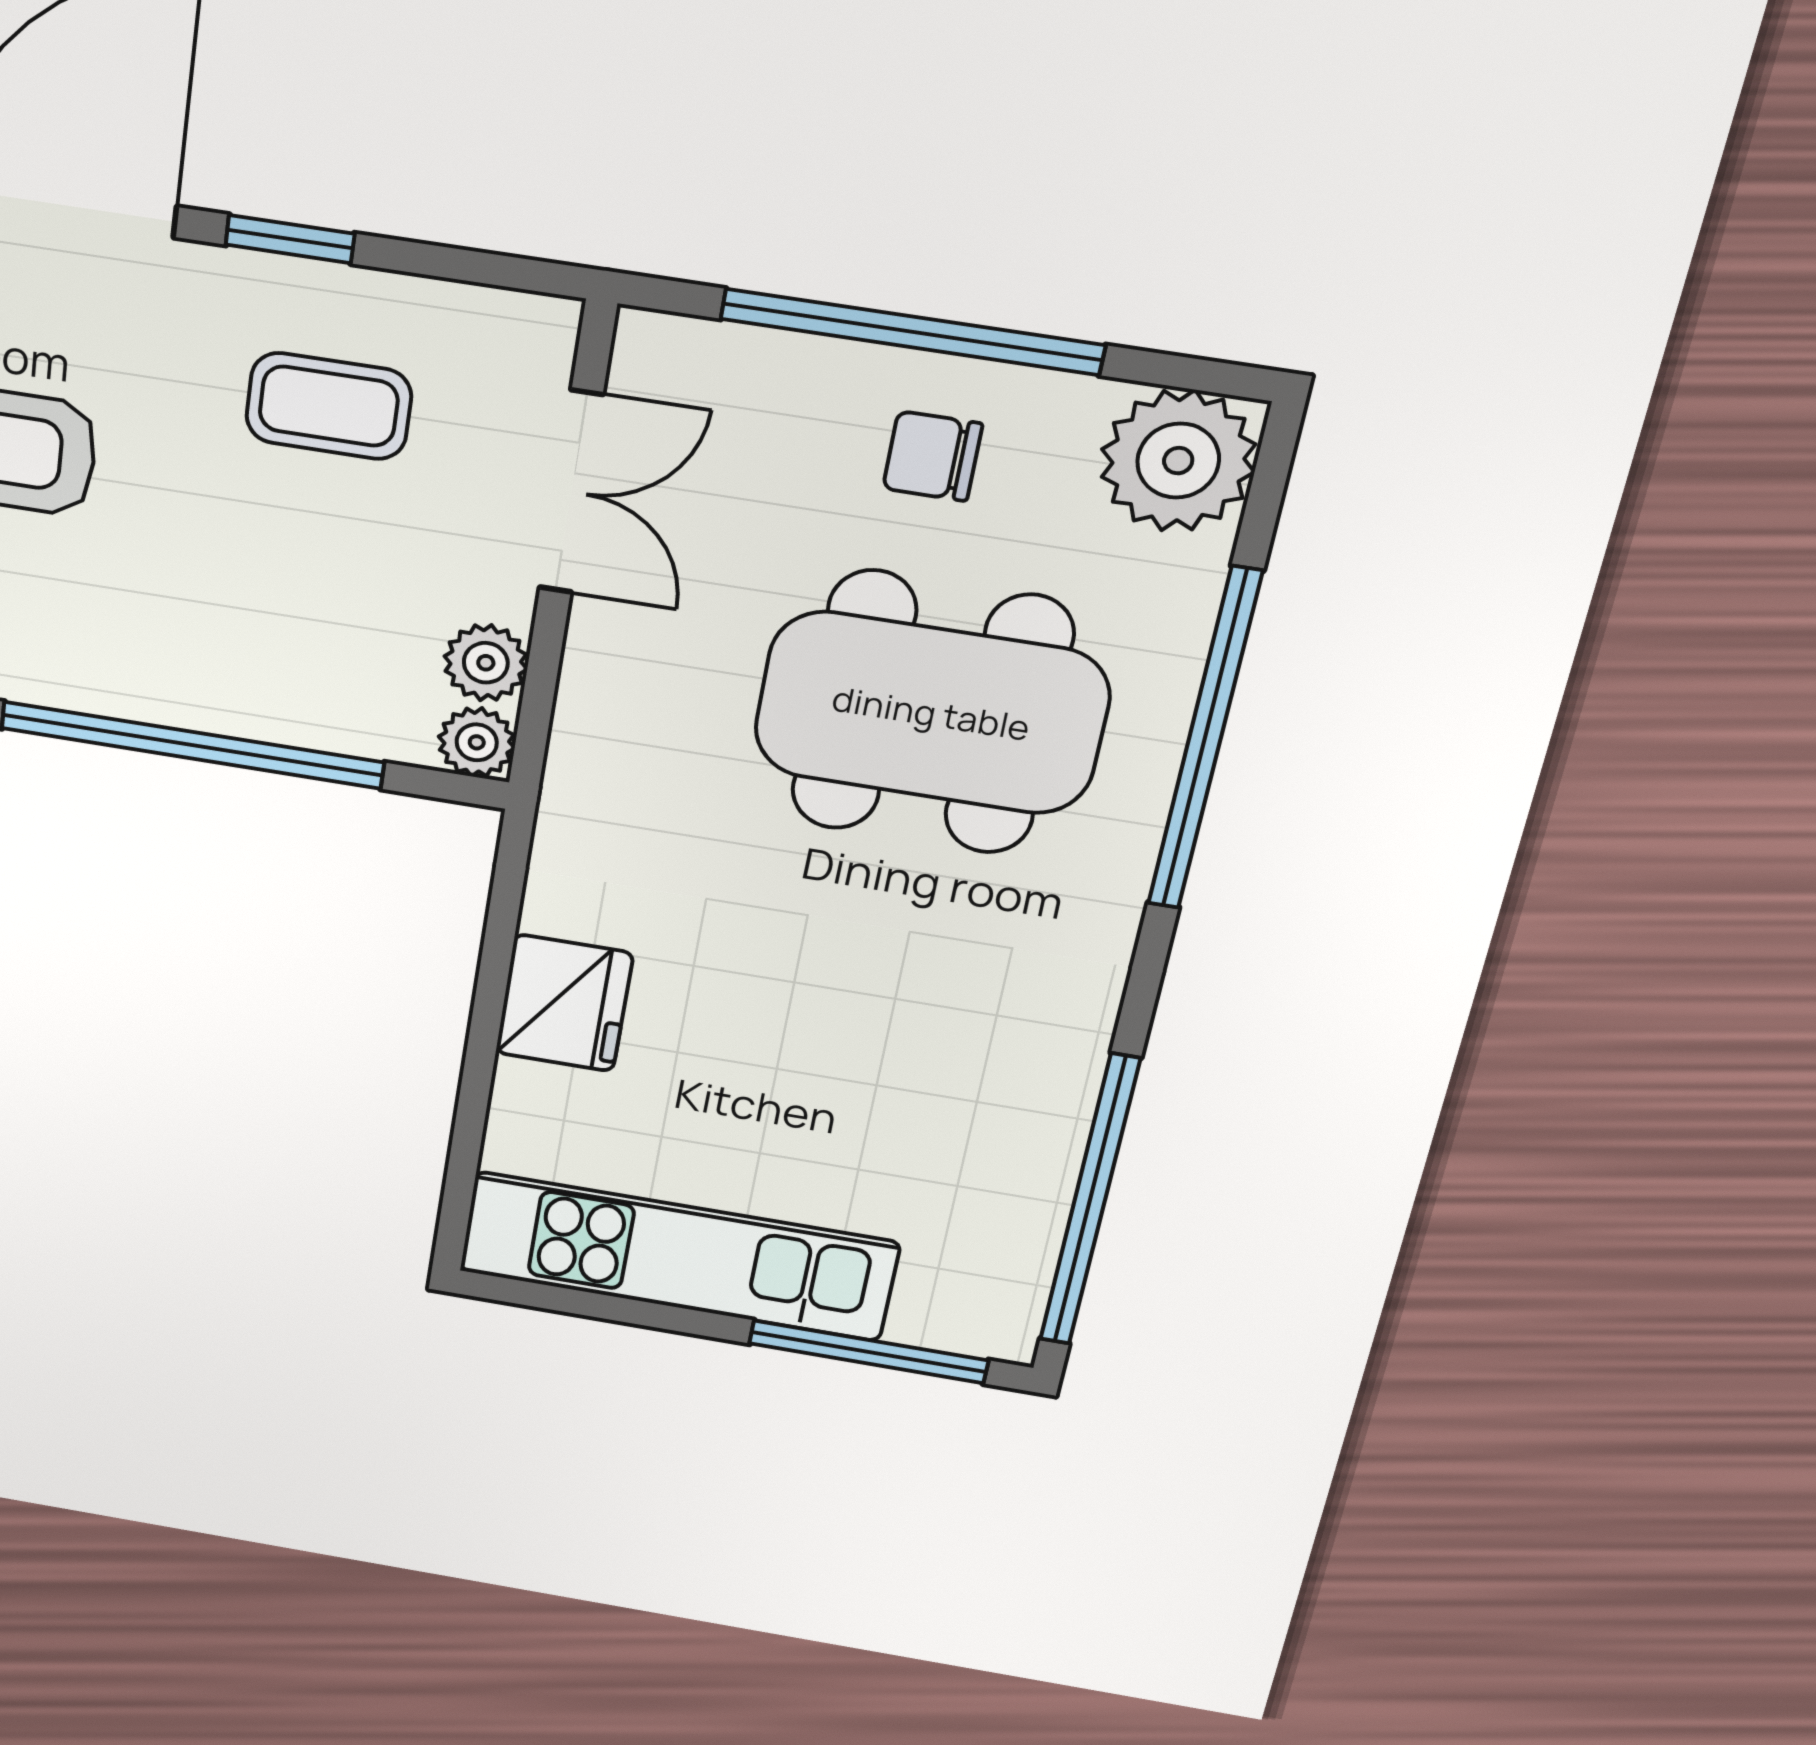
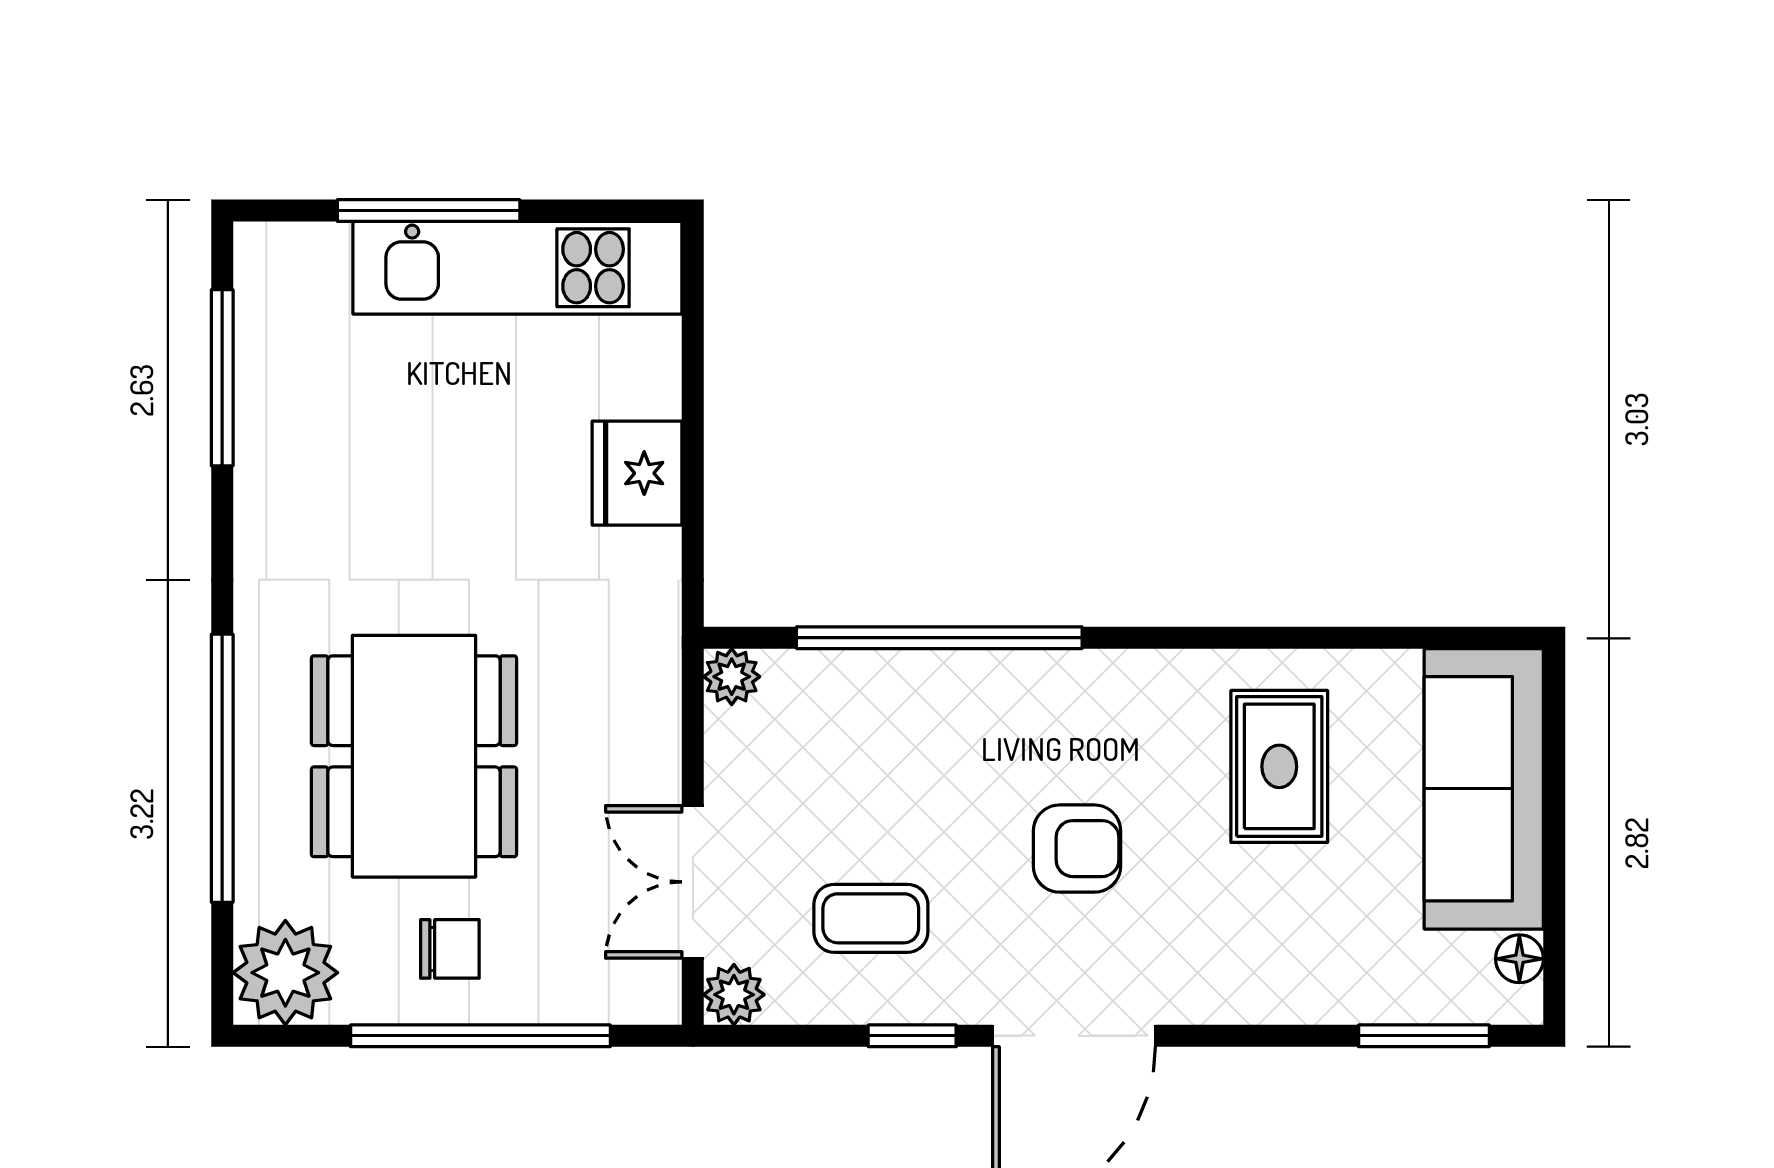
plant: (486, 663) -> (734, 995), moved
dining table: (931, 713) -> (414, 756), turned 90
window: (1090, 1201) -> (222, 378), width x0.68
window: (869, 1352) -> (429, 211), moved

